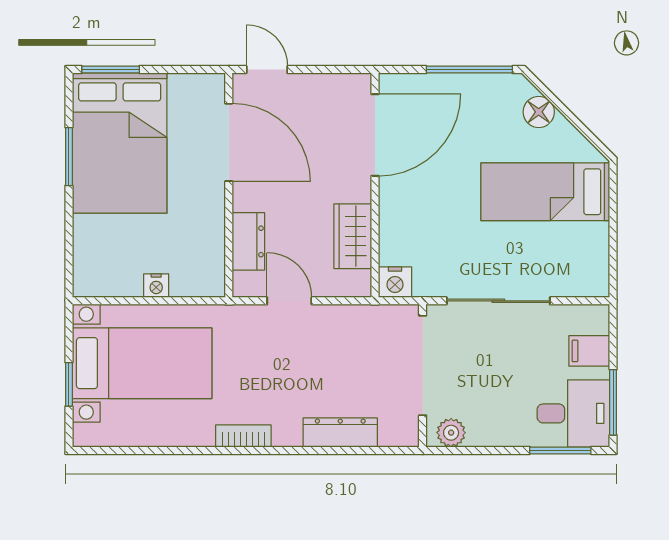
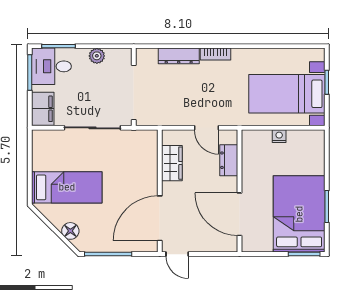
door: (267, 70) -> (177, 254), moved
nightstand: (395, 282) -> (149, 138), removed
filing cabinet: (589, 351) -> (43, 109), width x2.00
plant: (451, 433) -> (97, 56), moved
bookcase: (243, 436) -> (216, 54), moved

